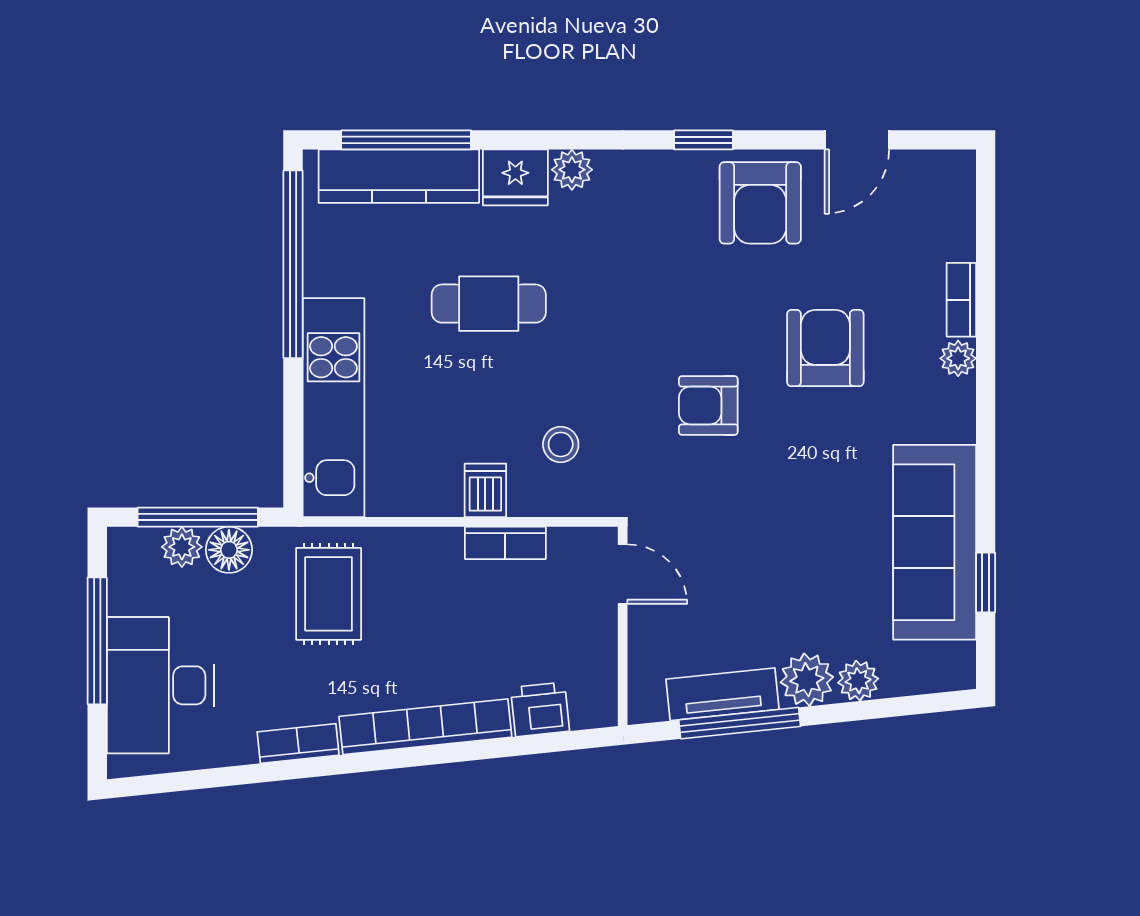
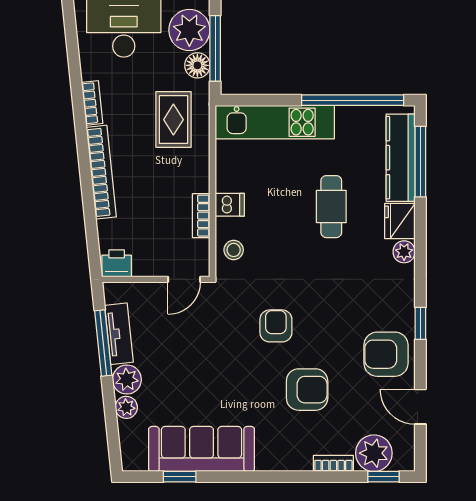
window: (986, 208) -> (383, 477), added
plant: (958, 358) -> (374, 453), moved, width x1.88, depth x1.88
stool: (561, 444) -> (234, 250), moved
plant: (182, 547) -> (189, 30), width x1.87, depth x1.87
rug: (329, 594) -> (173, 120), turned 90
printer: (540, 709) -> (117, 263), moved, turned -84

